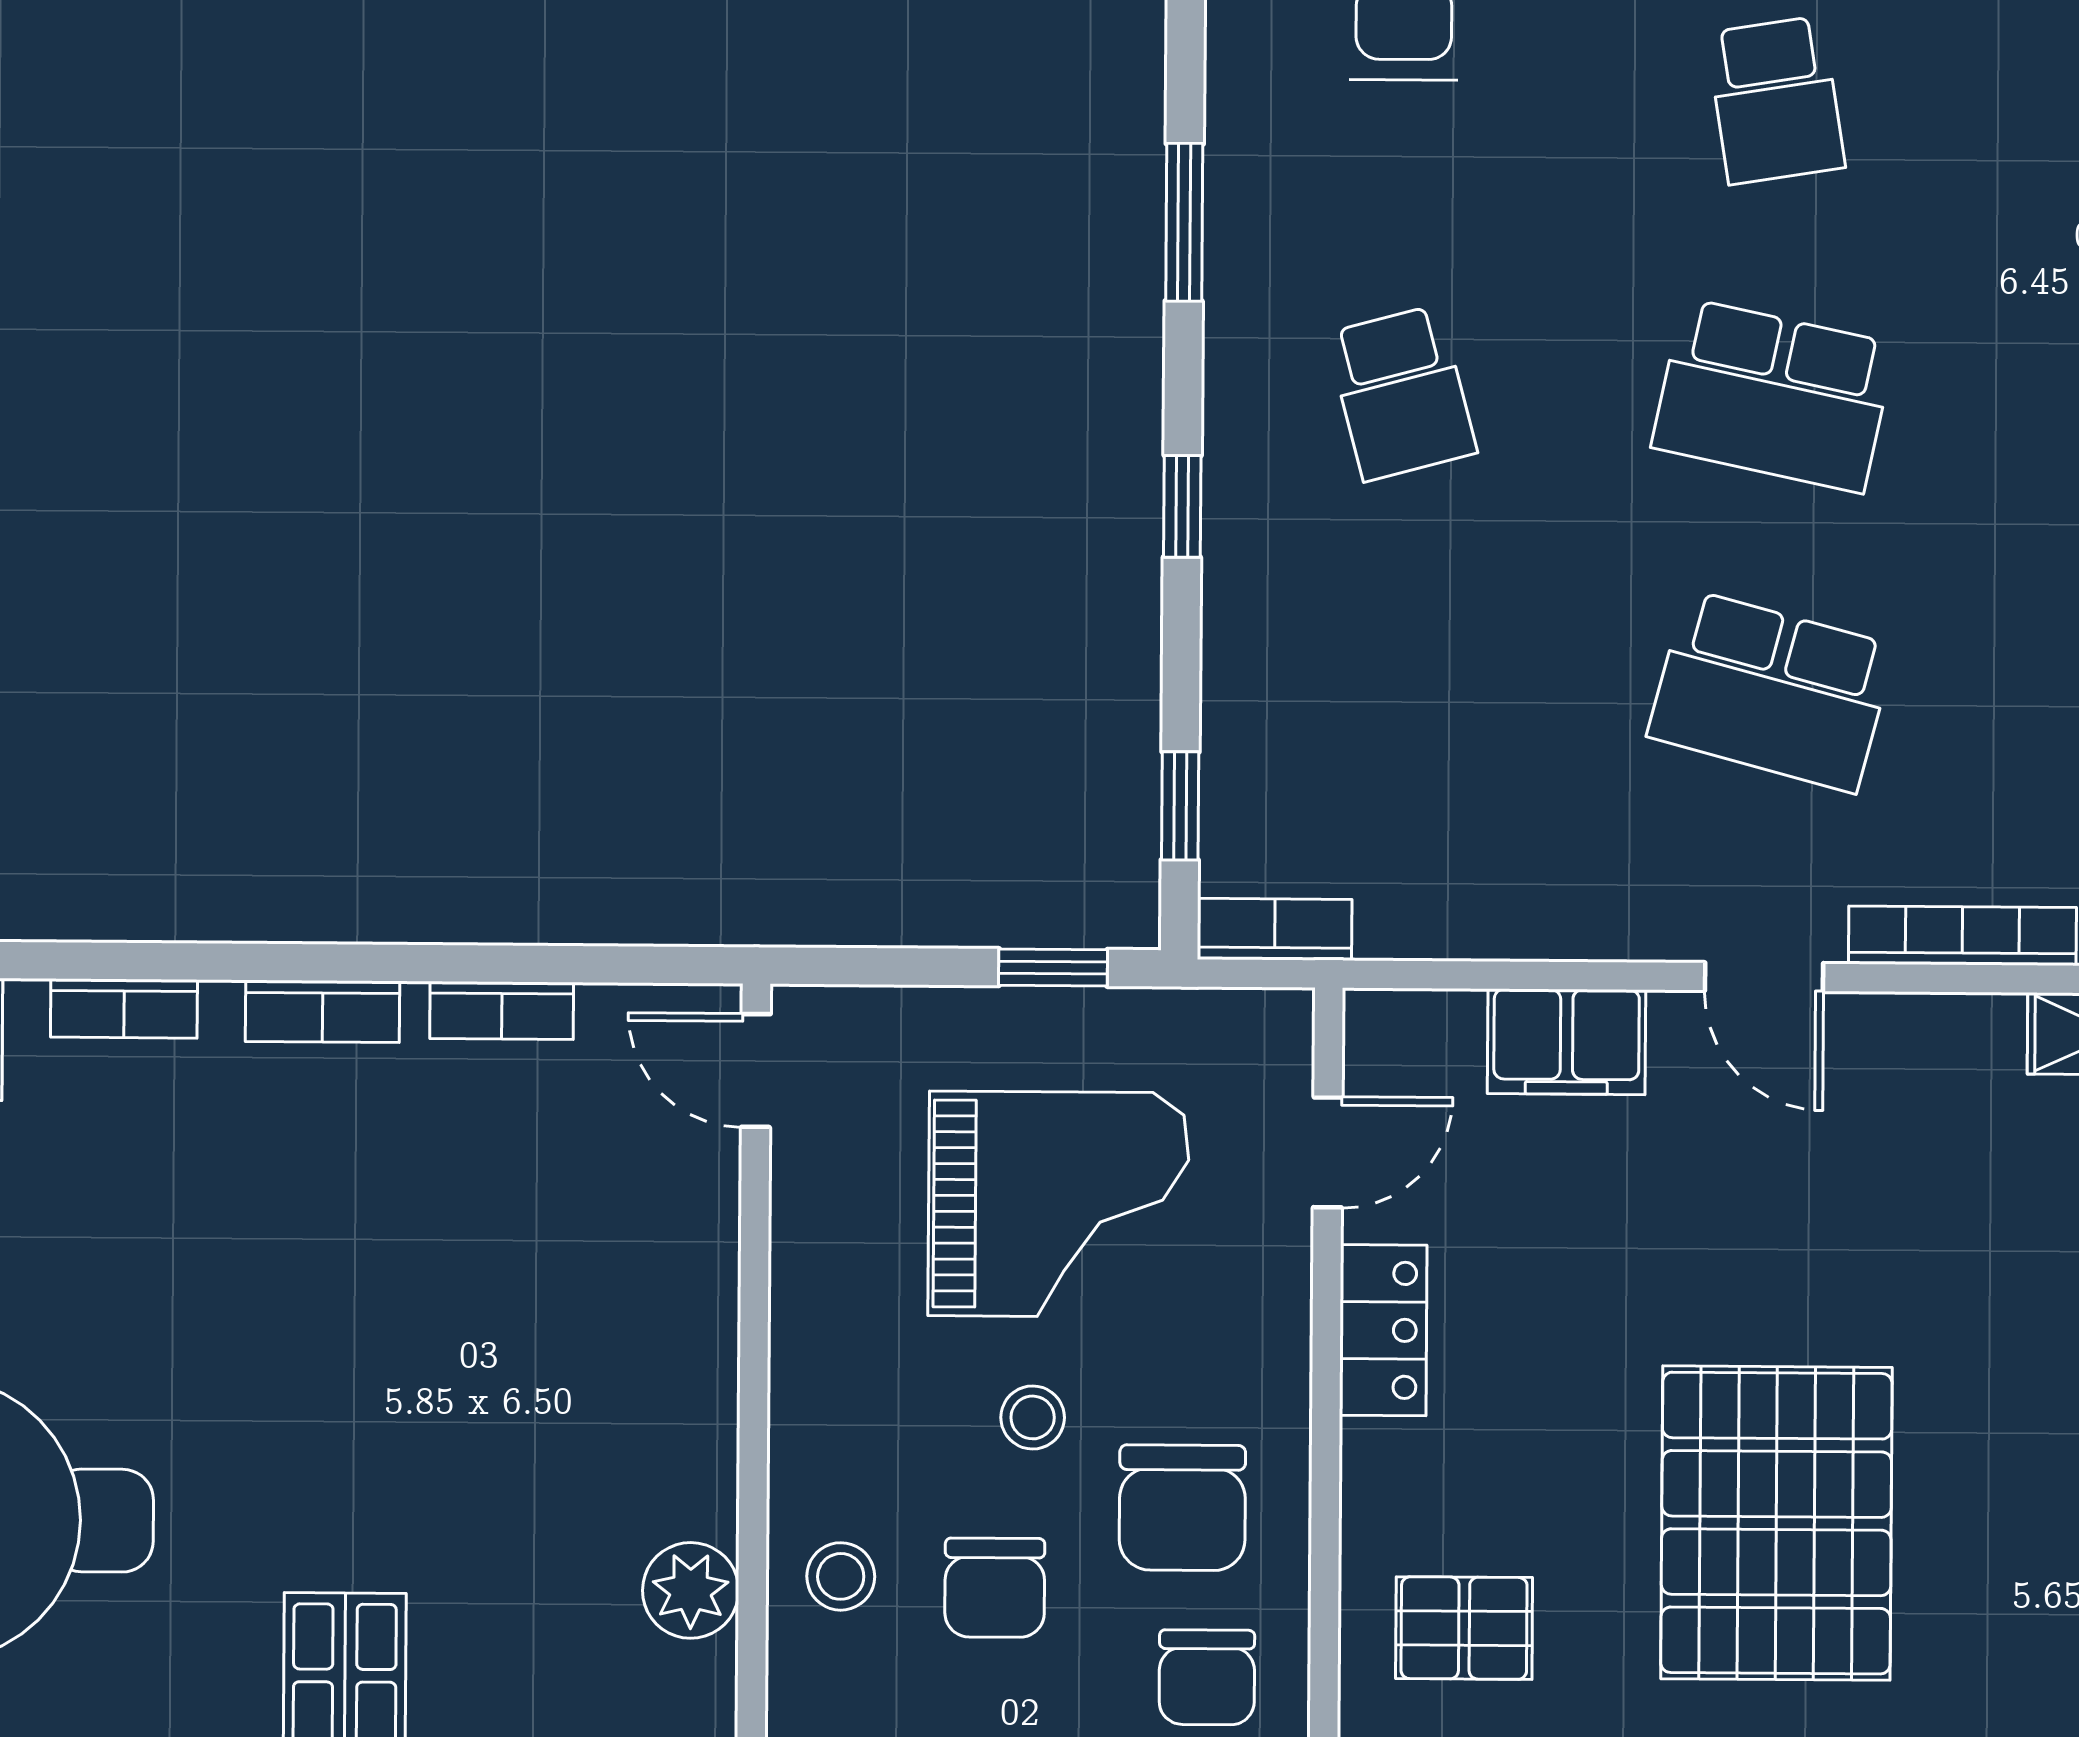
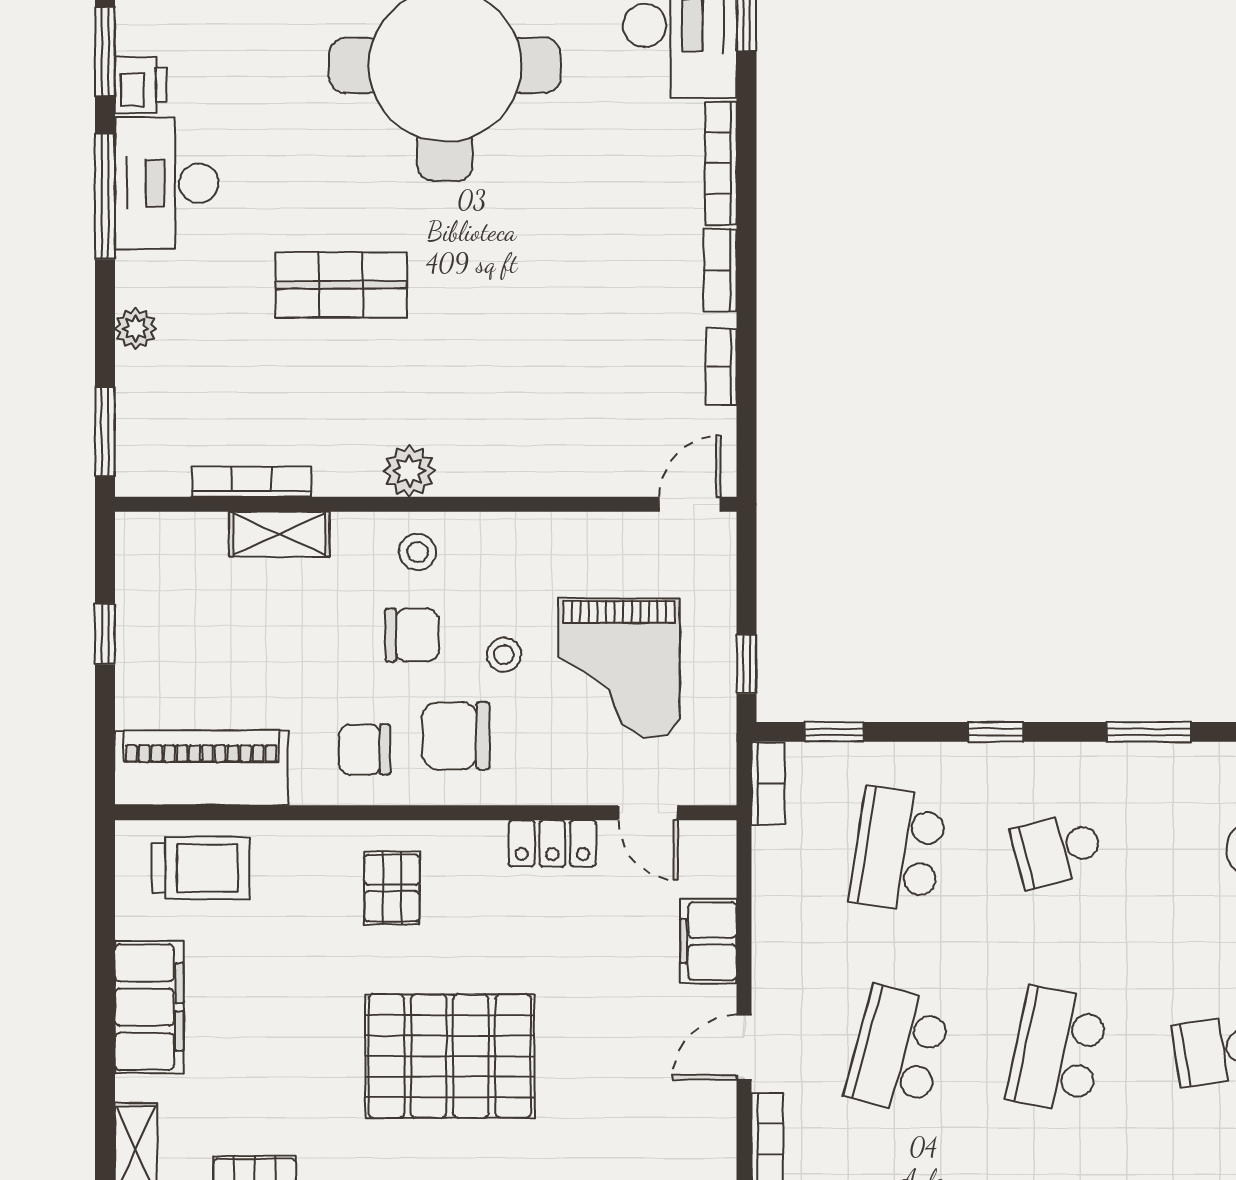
school desk: (1399, 689) -> (898, 850), added
bookcase: (124, 1008) -> (721, 163), width x1.56
chair: (995, 1588) -> (412, 635), turned 180

